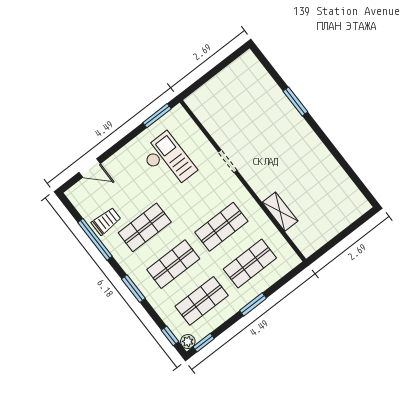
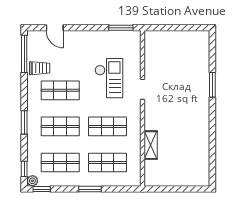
checkout: (168, 161) -> (109, 78), moved
window: (95, 239) -> (24, 54), moved

